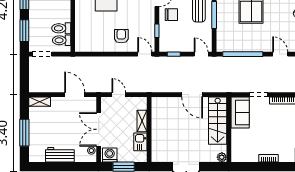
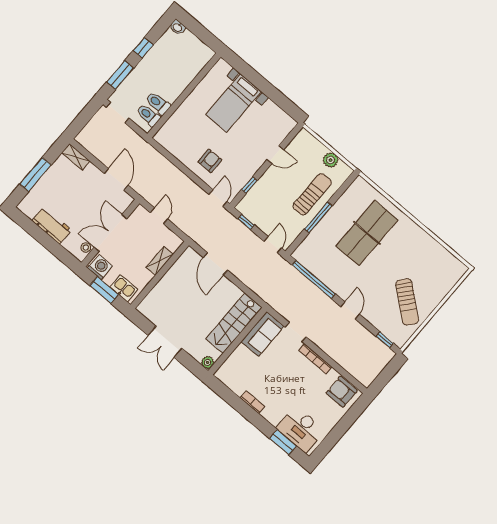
chair: (171, 15) -> (277, 181), removed
door: (192, 95) -> (215, 264), moved
kitchen sink: (140, 142) -> (124, 288), moved, turned 90

